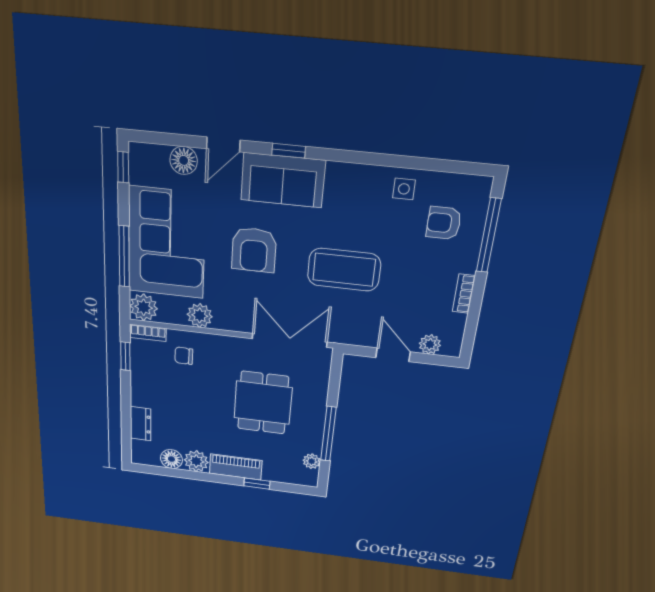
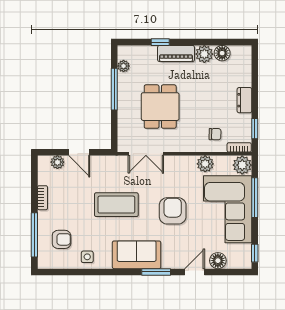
window: (289, 151) -> (156, 272), width x1.50
sofa: (283, 180) -> (137, 255), moved
double door: (290, 340) -> (146, 154), width x0.73
dresser: (141, 424) -> (244, 100), moved

